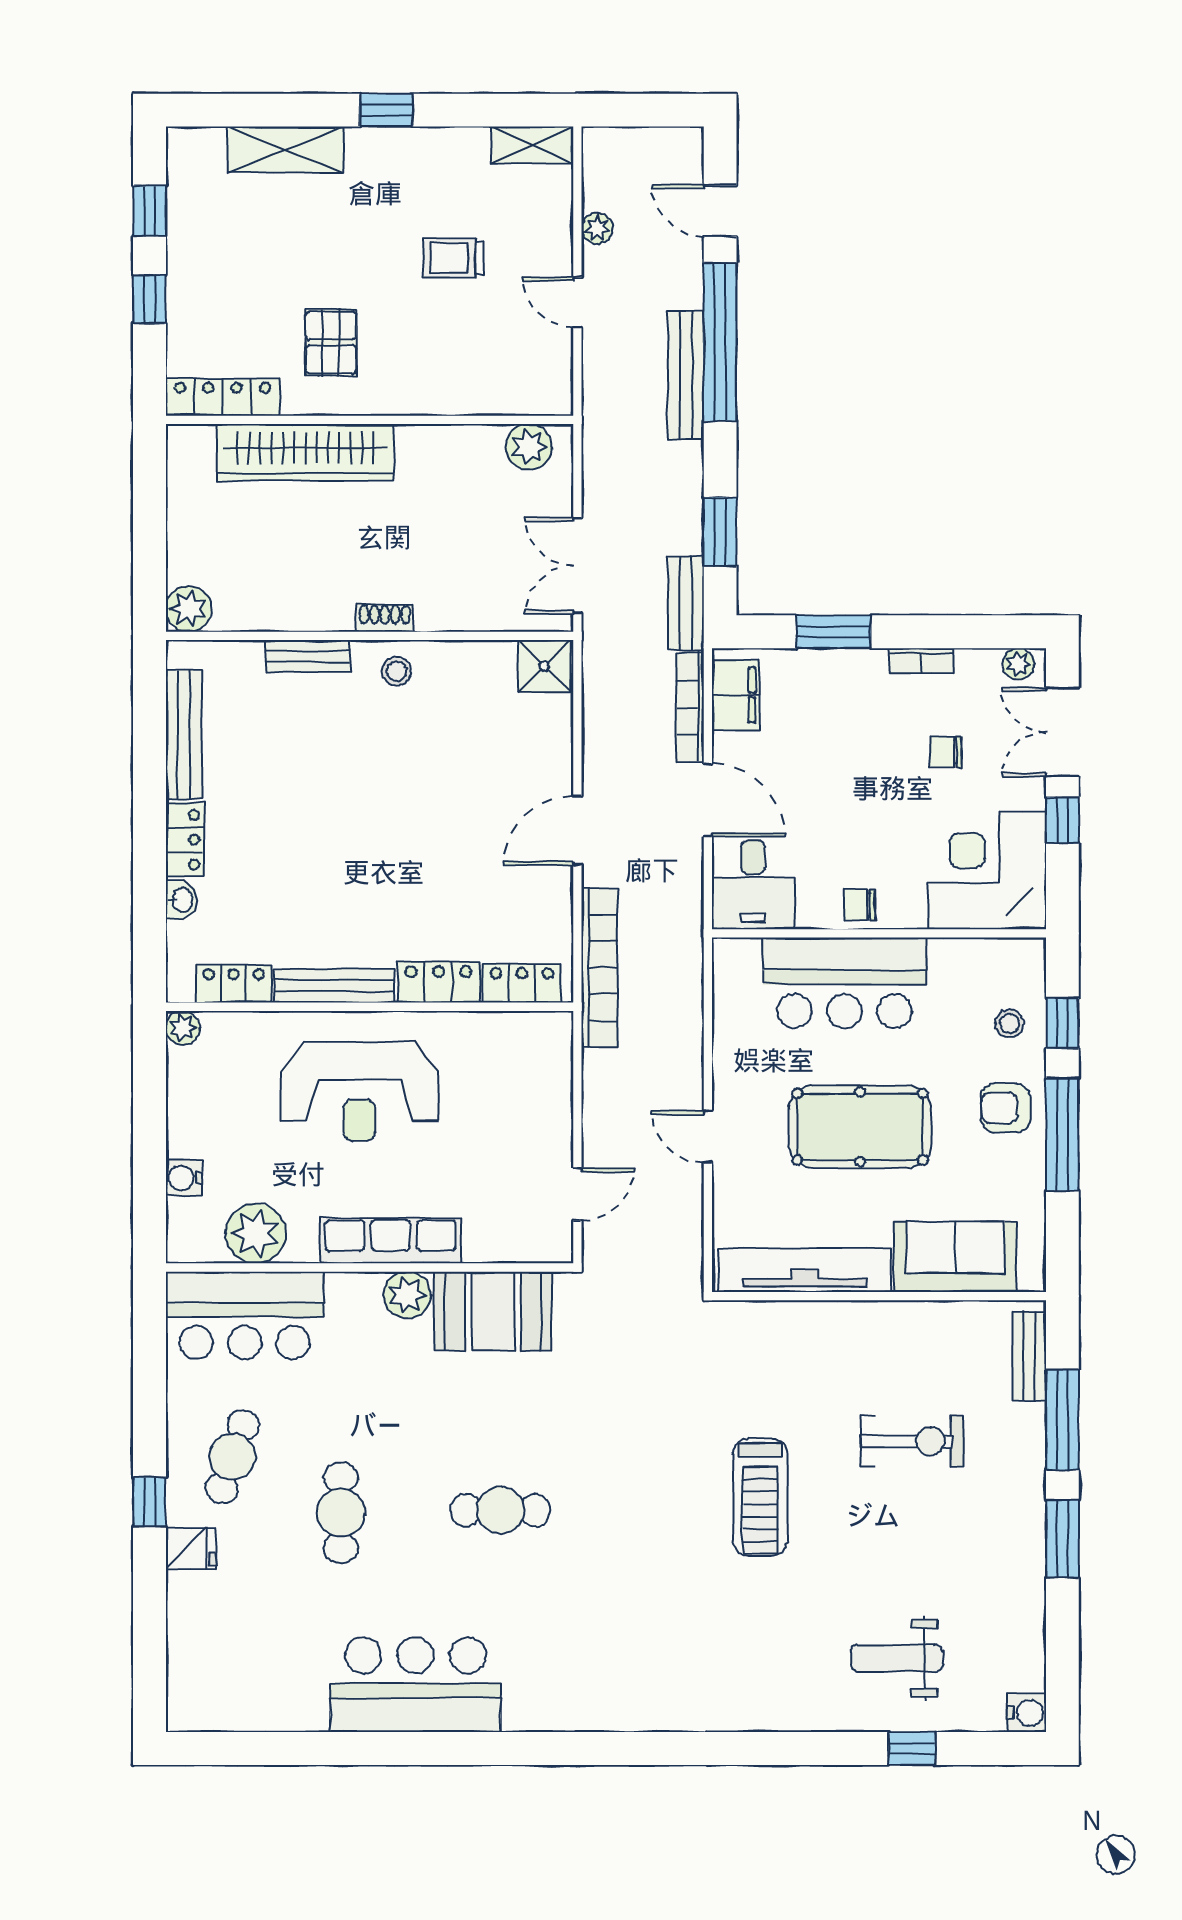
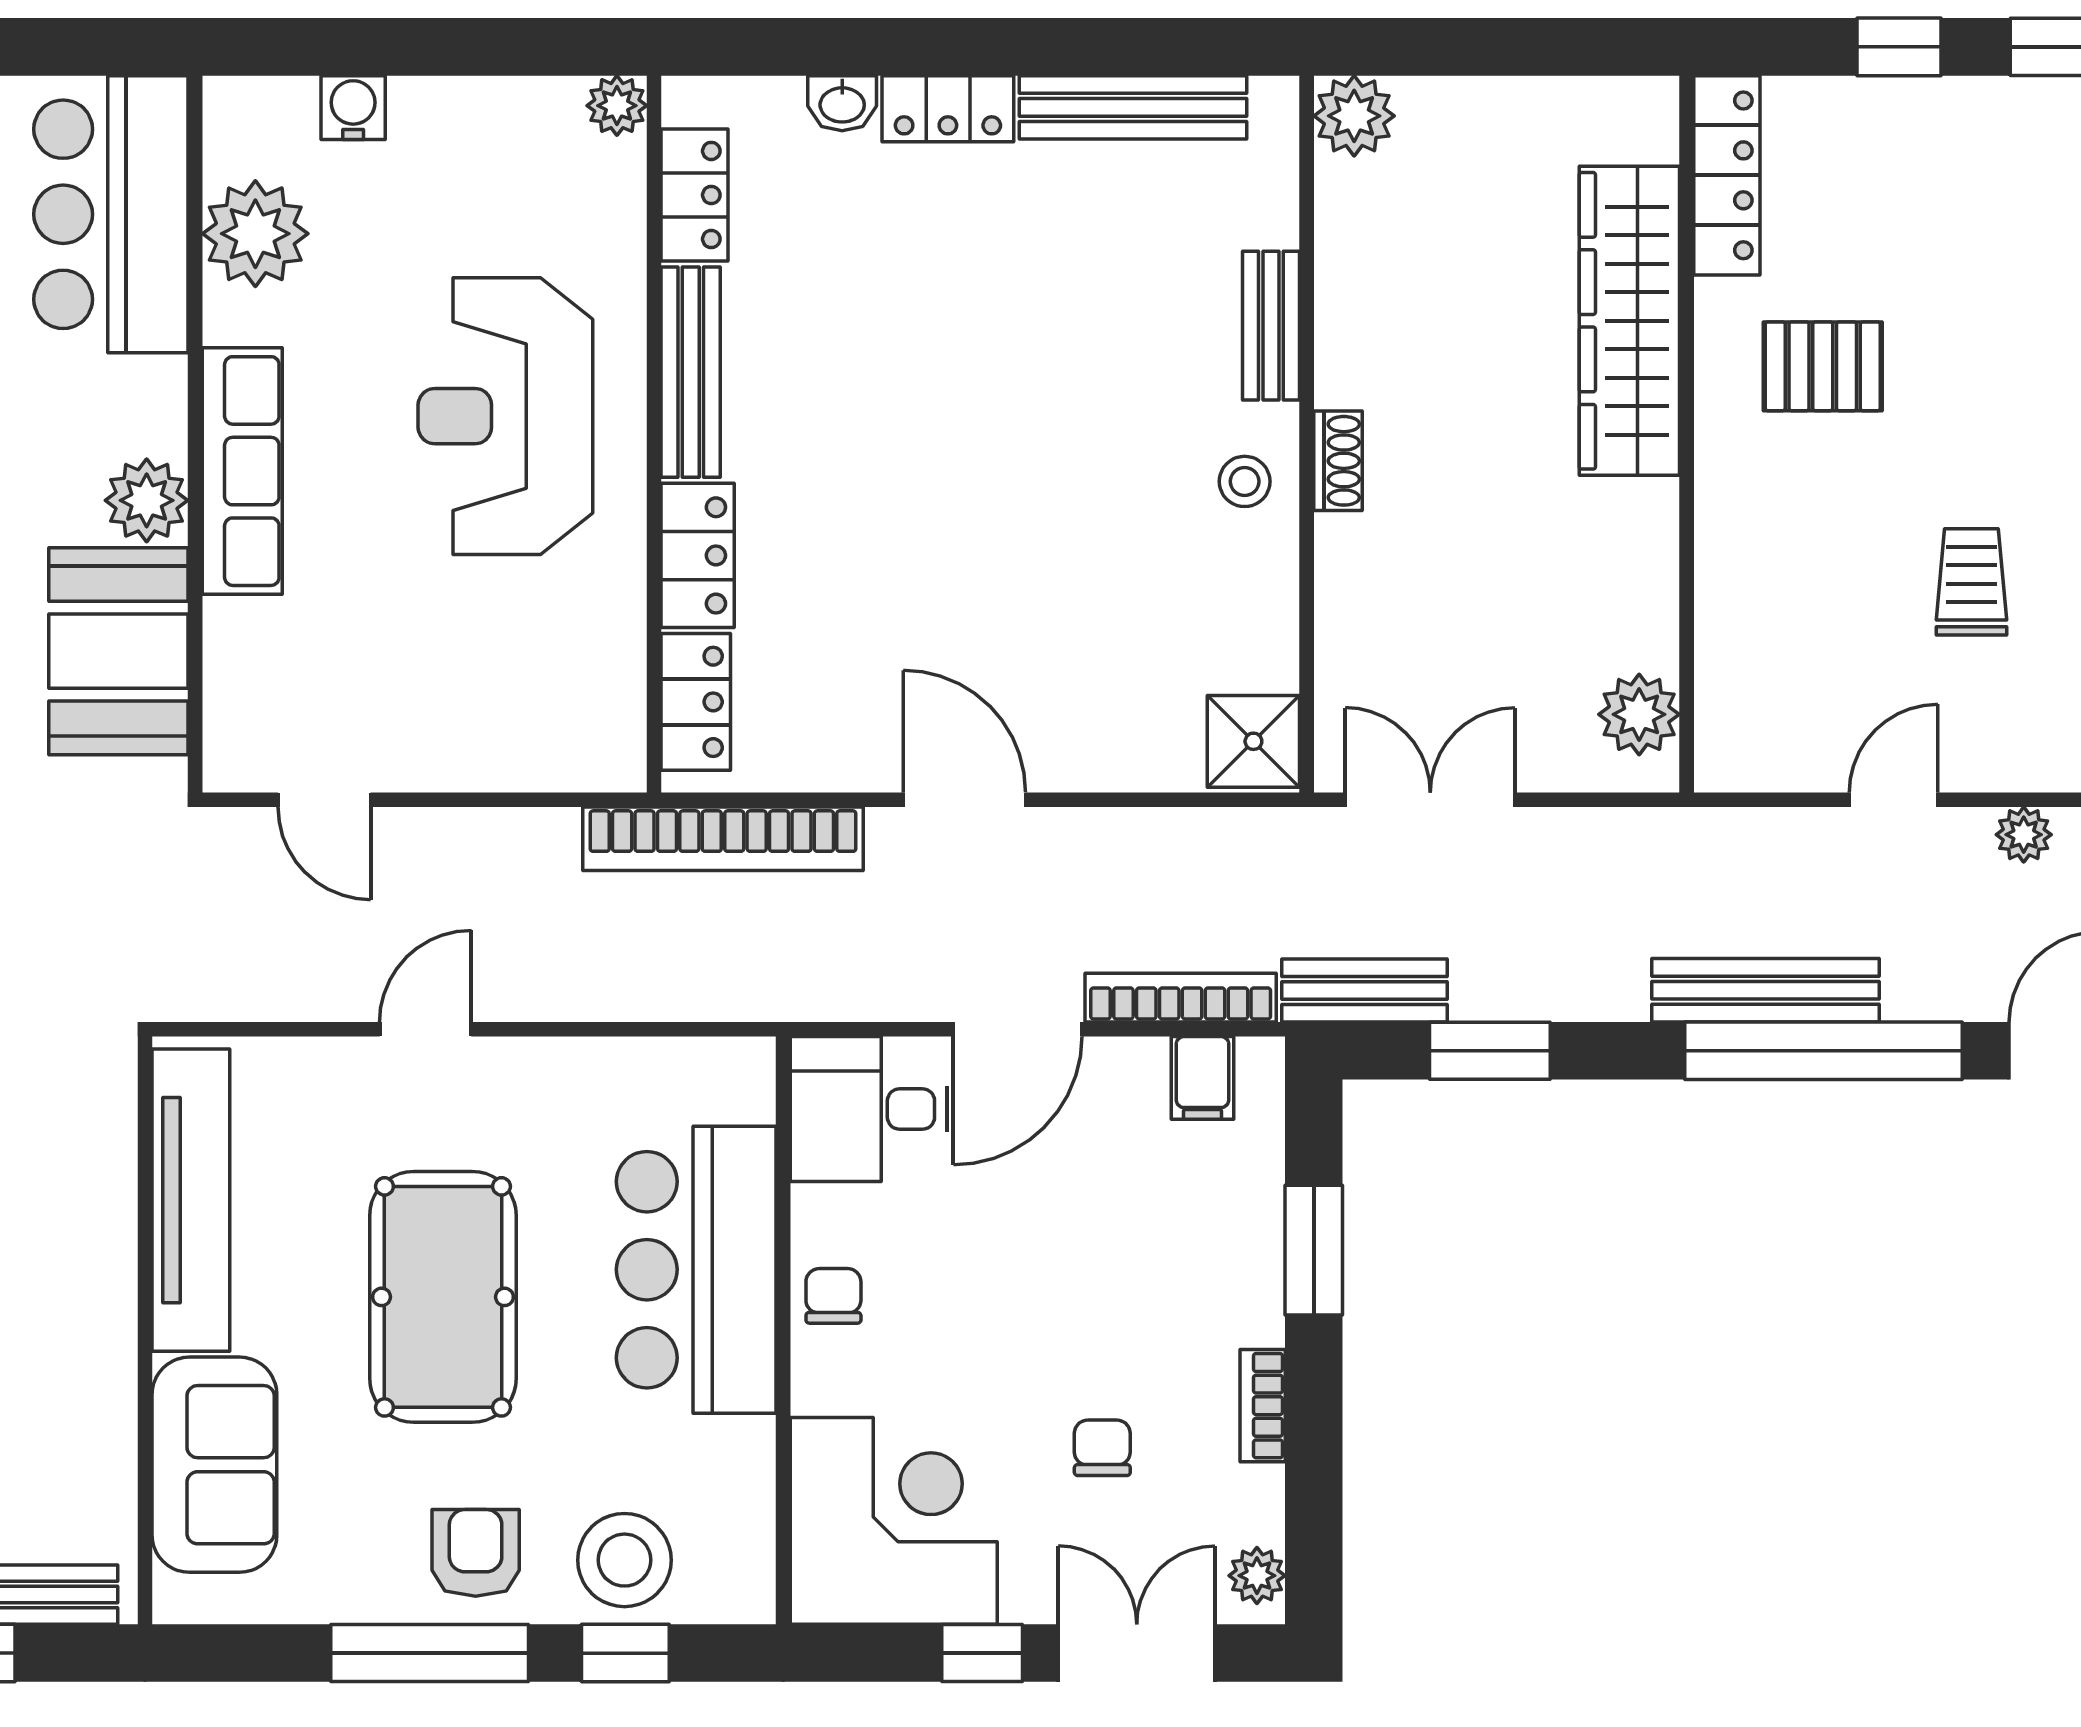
filing cabinet: (735, 695) -> (1202, 1078), width x0.50
stool: (1010, 1024) -> (624, 1560), width x1.89, depth x1.89

